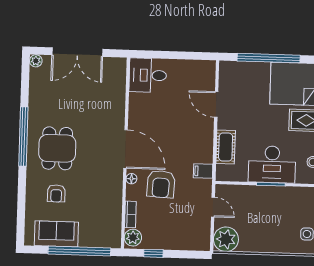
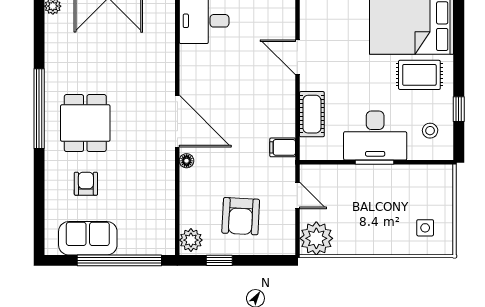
armchair: (161, 184) -> (241, 216), moved
armchair: (56, 193) -> (86, 184), turned 180
bookcase: (130, 214) -> (187, 209), removed

